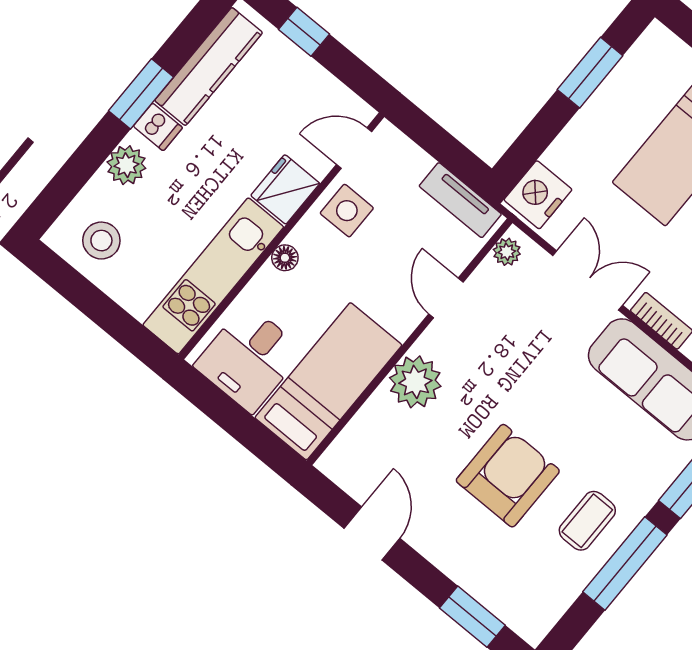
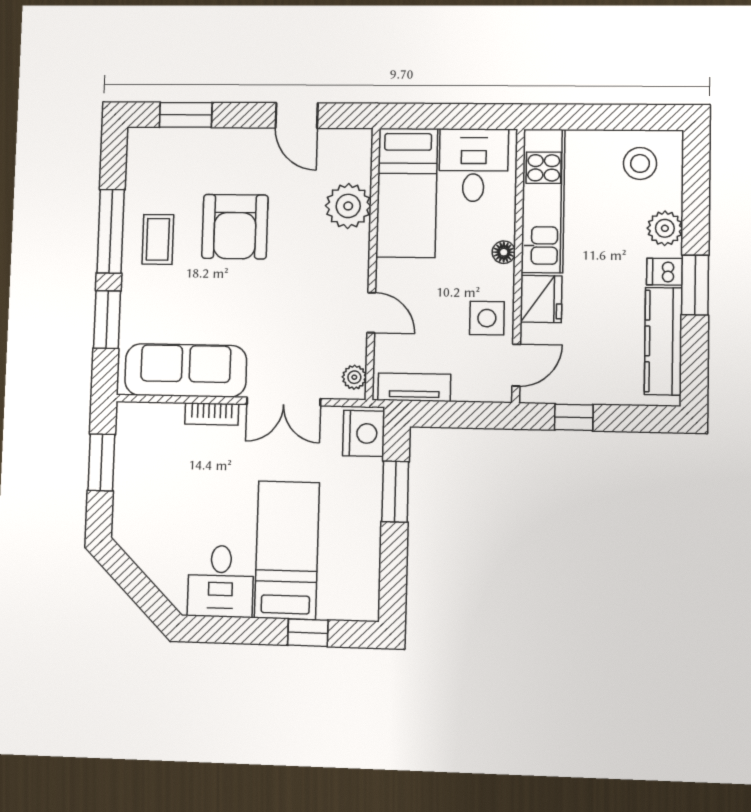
window: (304, 32) -> (574, 417), moved
window: (590, 73) -> (395, 492), moved
plant: (415, 382) -> (348, 206), moved

